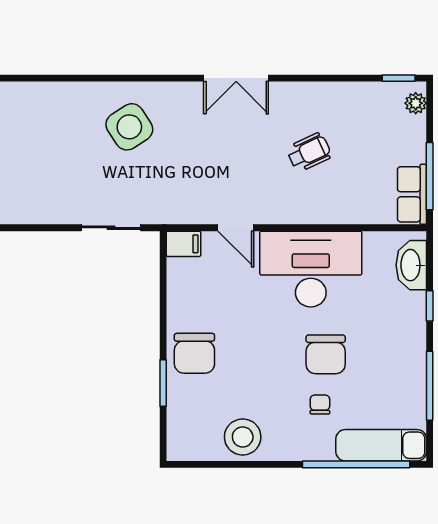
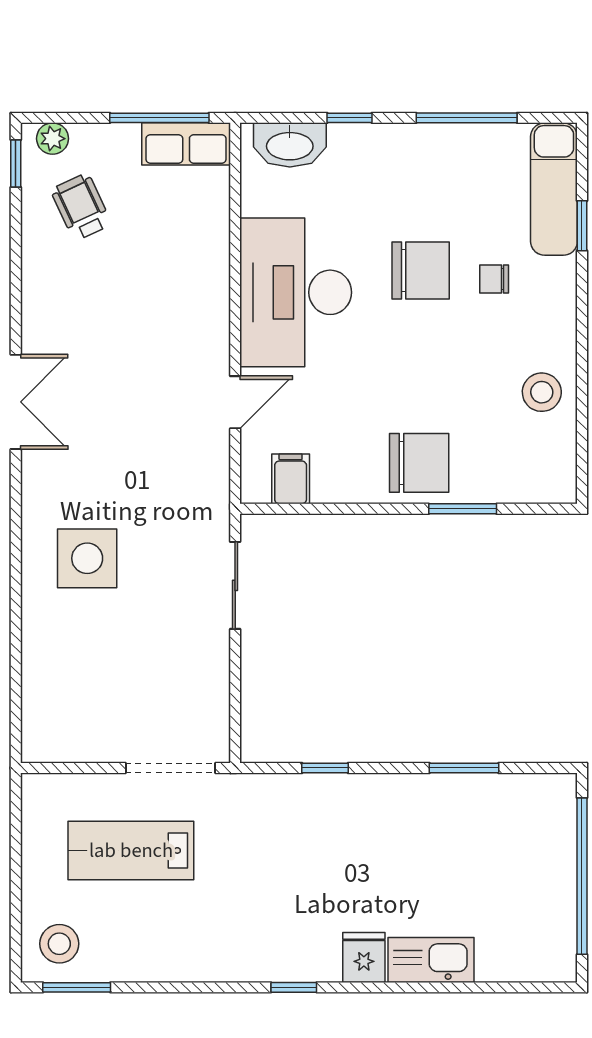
side table: (129, 127) -> (87, 558), turned 33
wheelchair: (309, 152) -> (81, 207), moved
filing cabinet: (184, 244) -> (291, 479), moved
stool: (243, 437) -> (542, 392), width x0.73, depth x0.73
window: (356, 464) -> (582, 226), width x0.32

